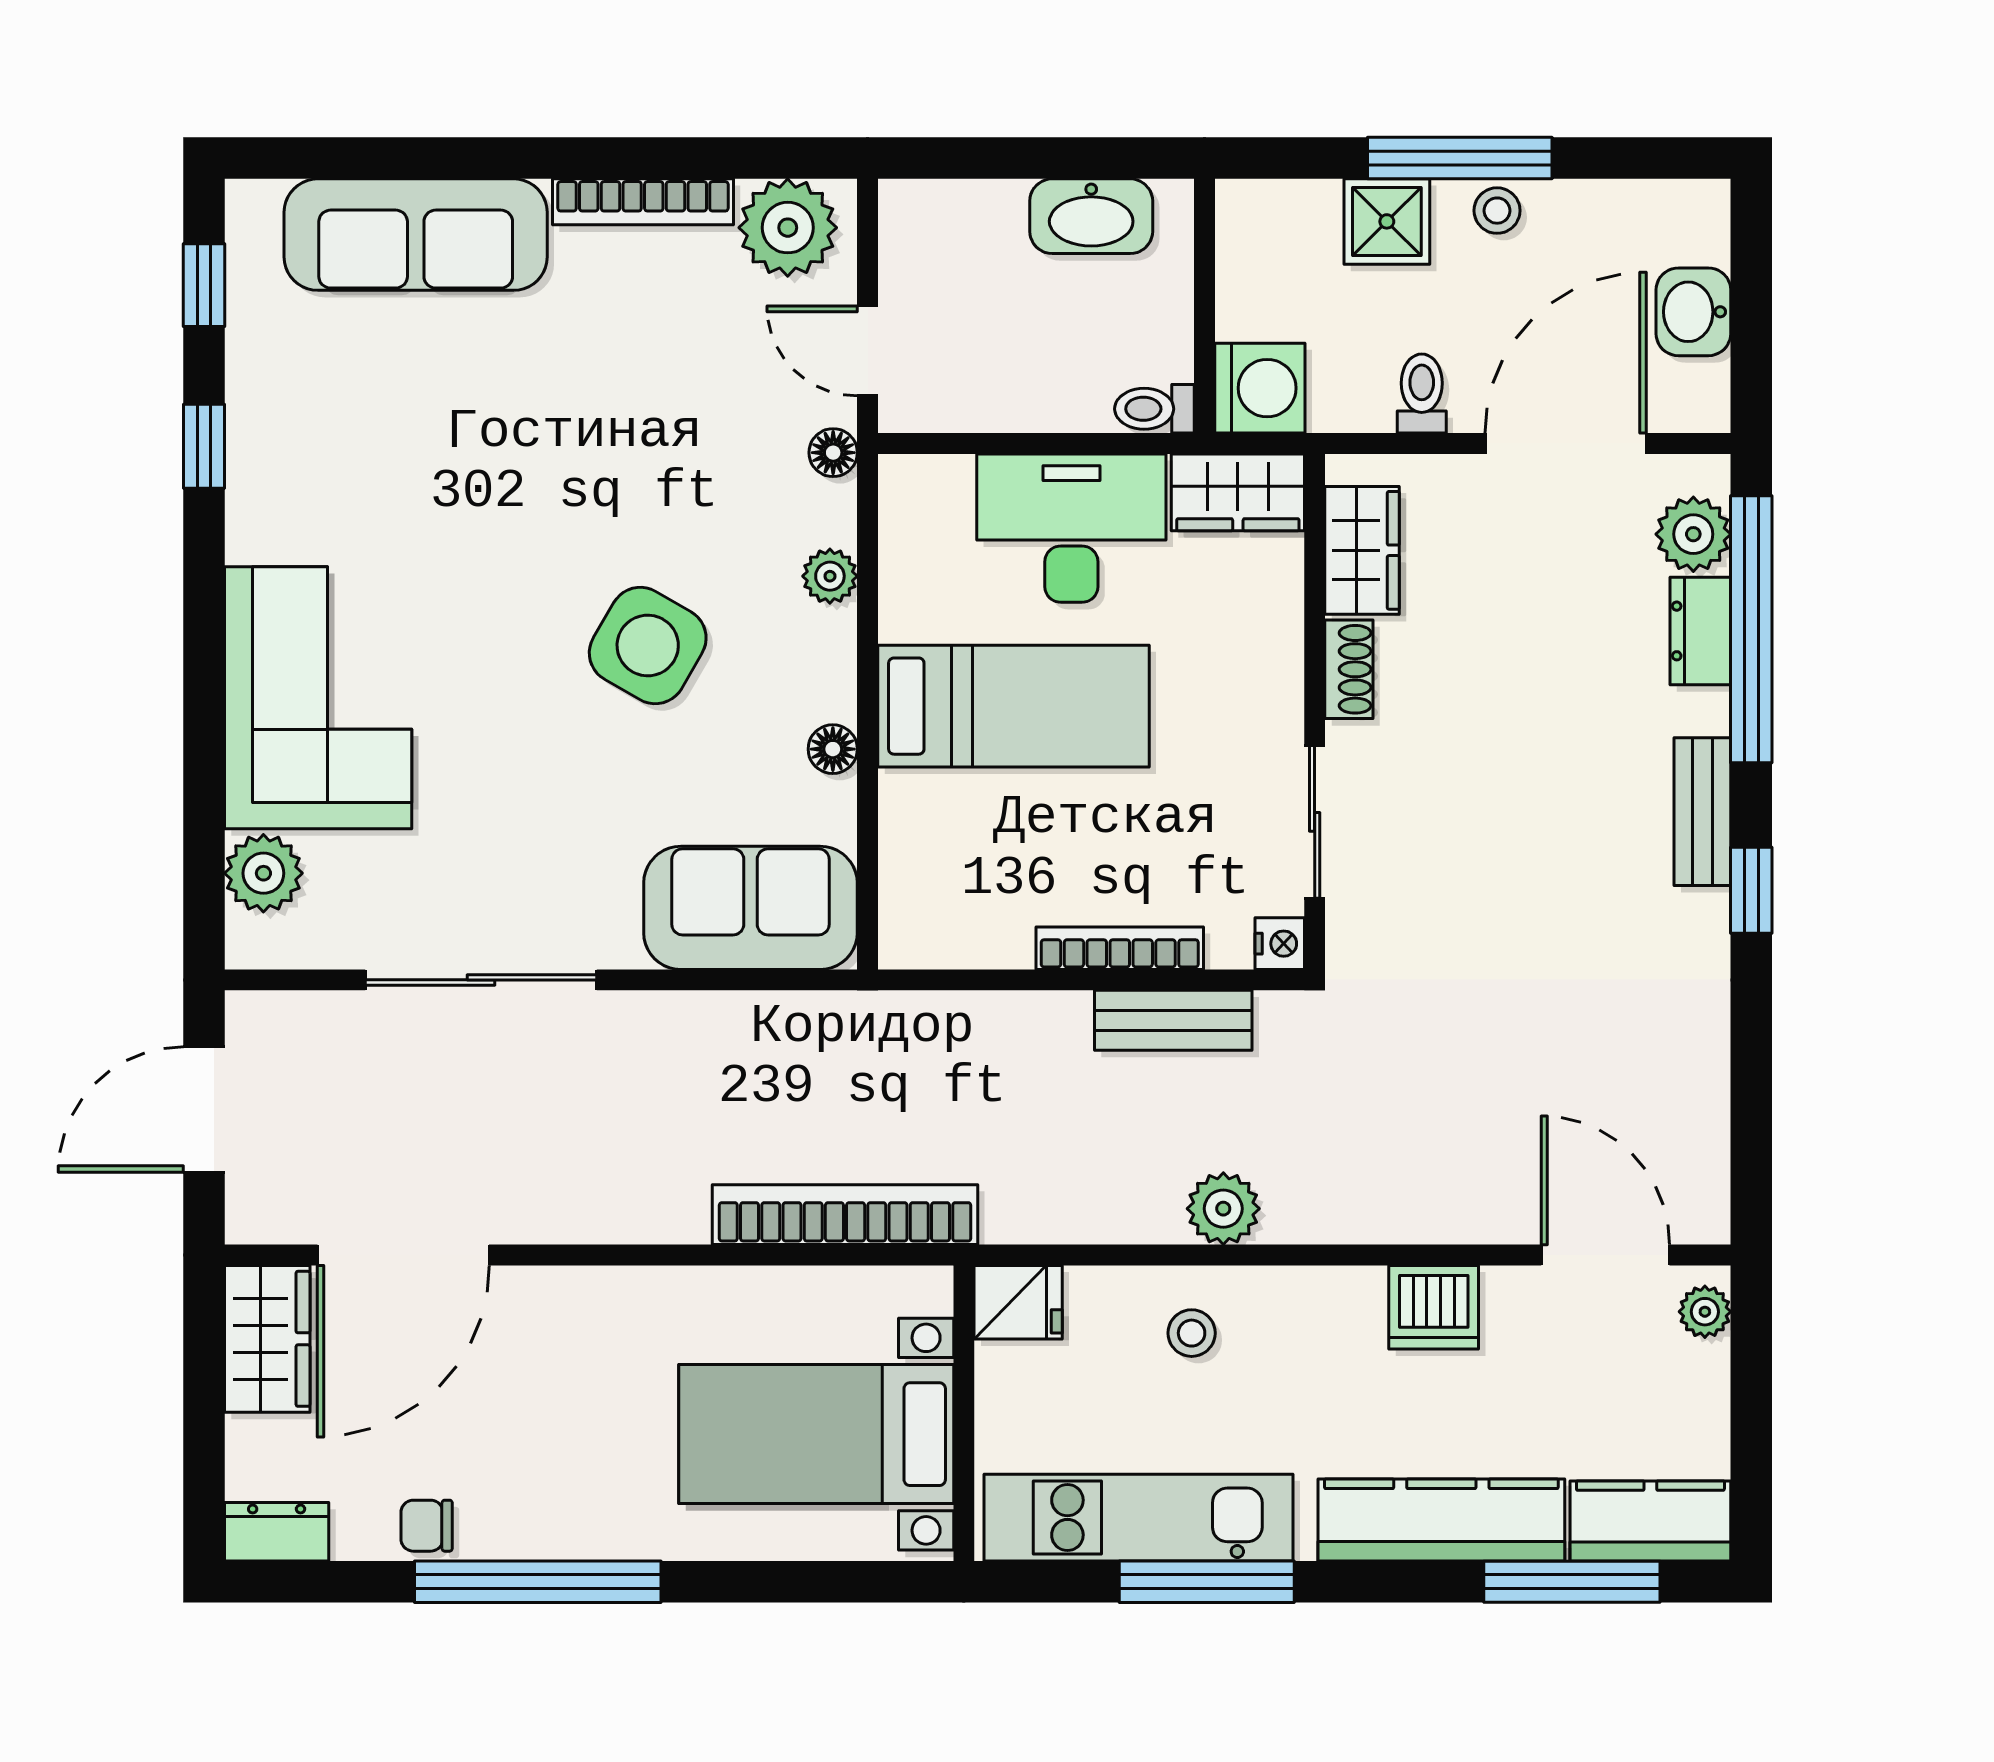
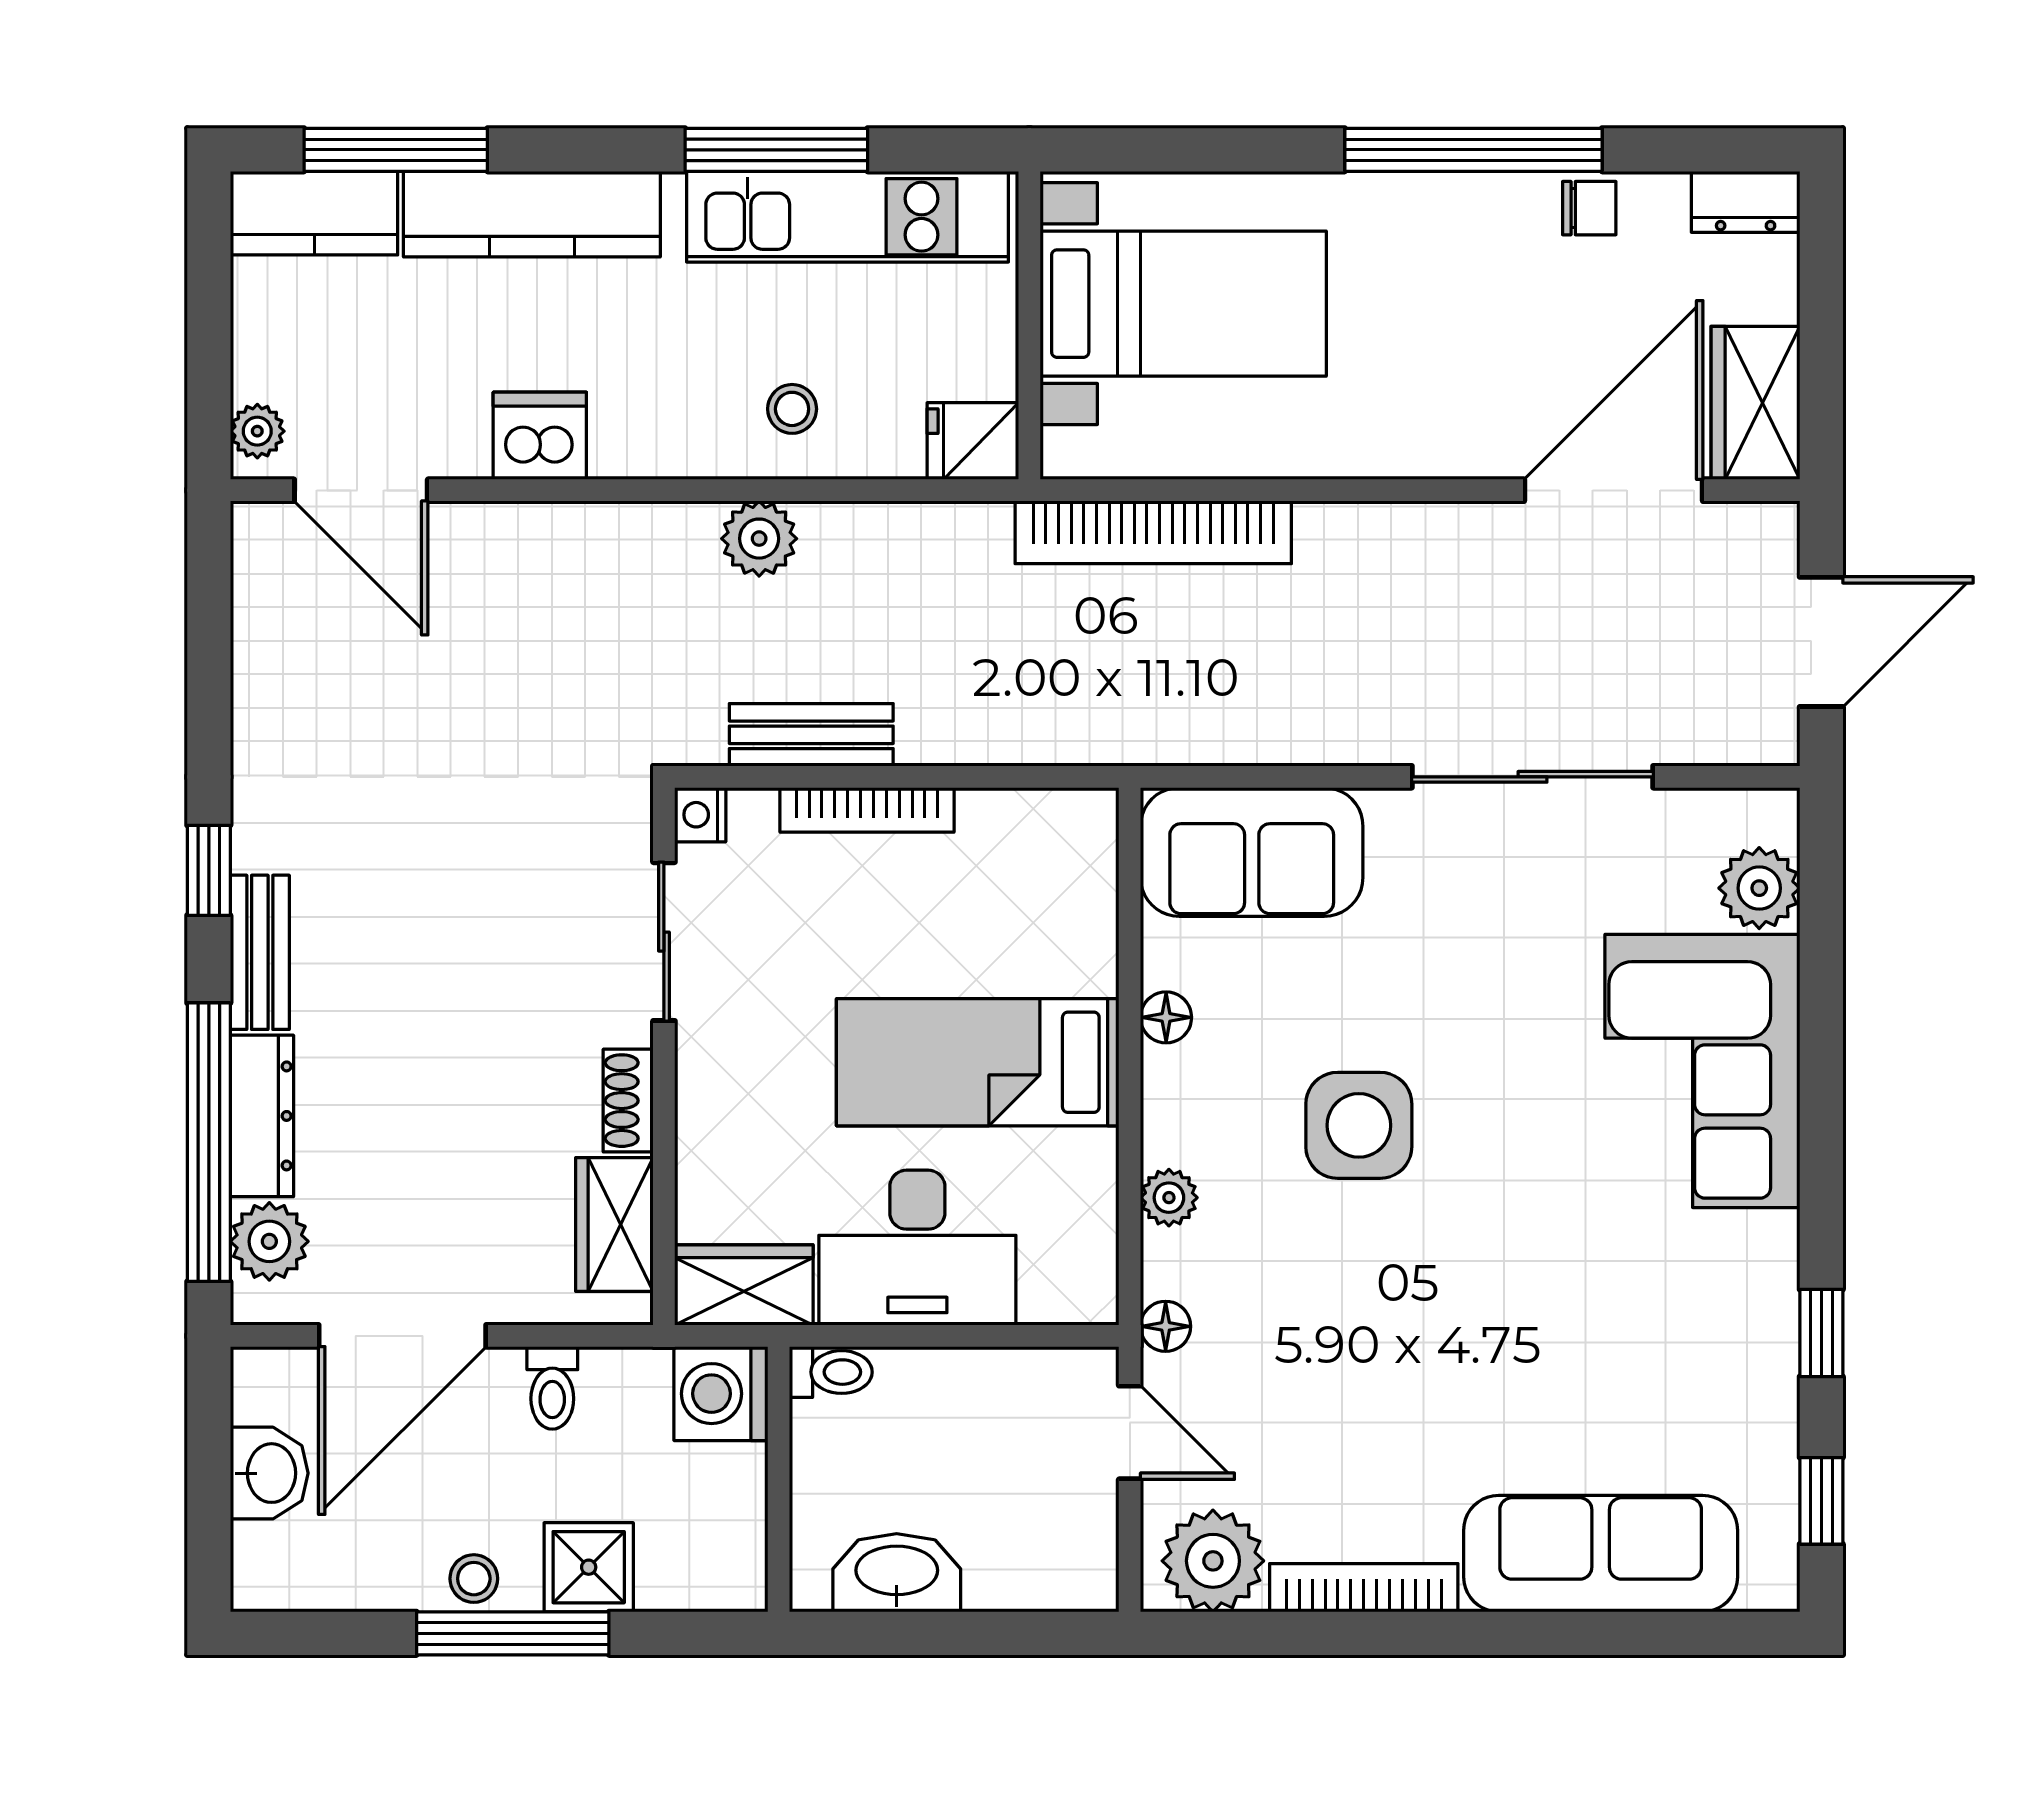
dresser: (1700, 631) -> (262, 1116), width x1.44
side table: (648, 646) -> (1359, 1125), turned -30

